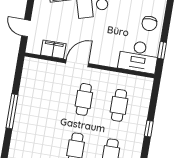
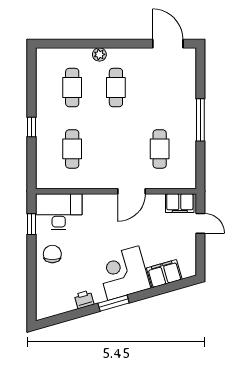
filing cabinet: (53, 49) -> (180, 203), moved
cafe table: (84, 99) -> (160, 149), moved

